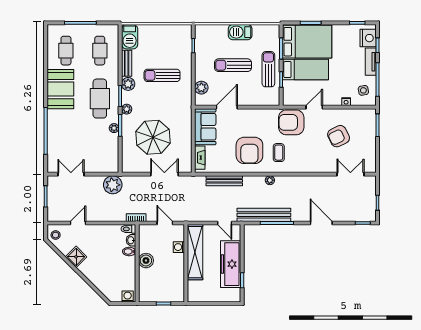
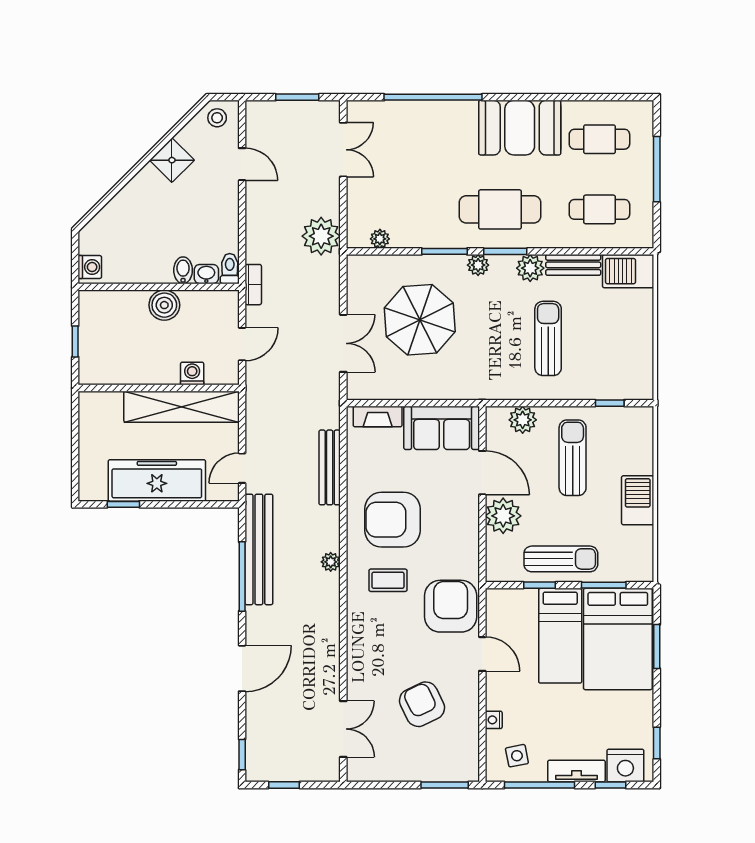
sun lounger: (233, 65) -> (573, 458), moved
plant: (248, 97) -> (503, 516), added
plant: (114, 128) -> (380, 239), moved

